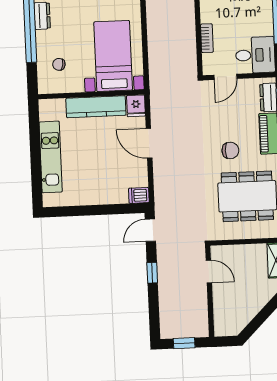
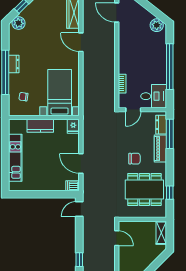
kitchen counter: (96, 107) -> (40, 126), width x0.67
door: (149, 143) -> (81, 164), moved
window: (152, 273) -> (79, 260), moved

